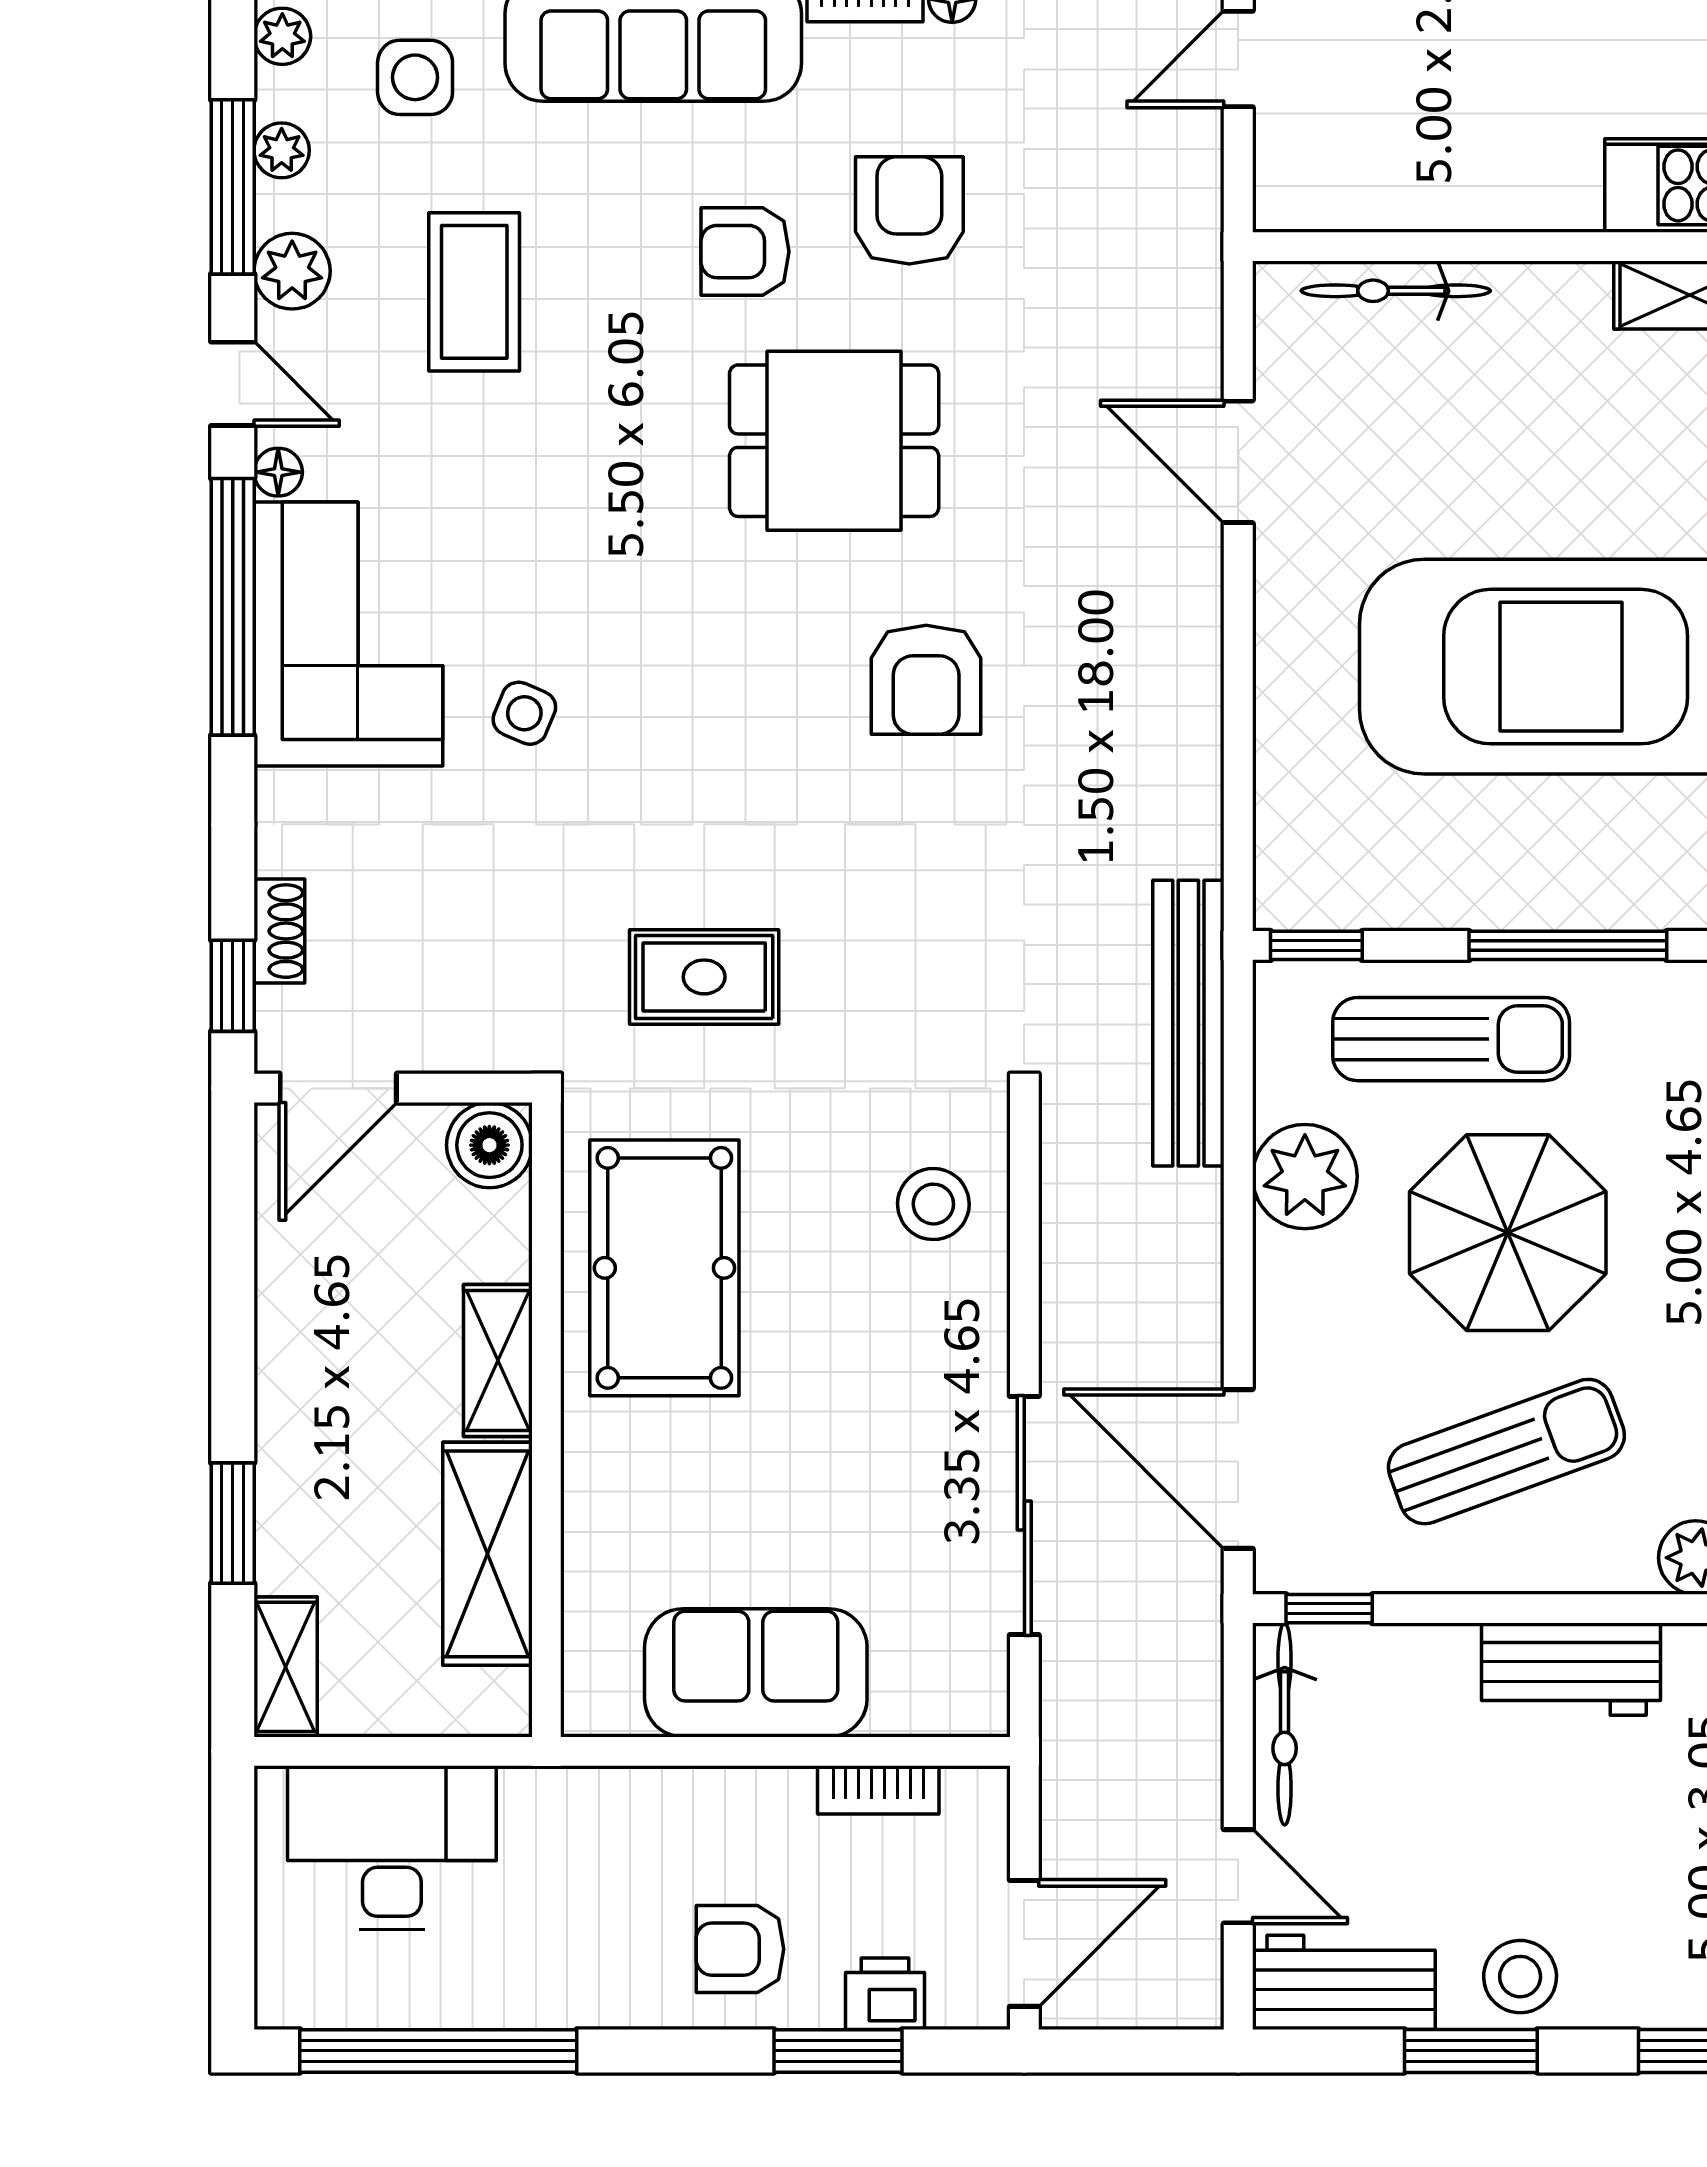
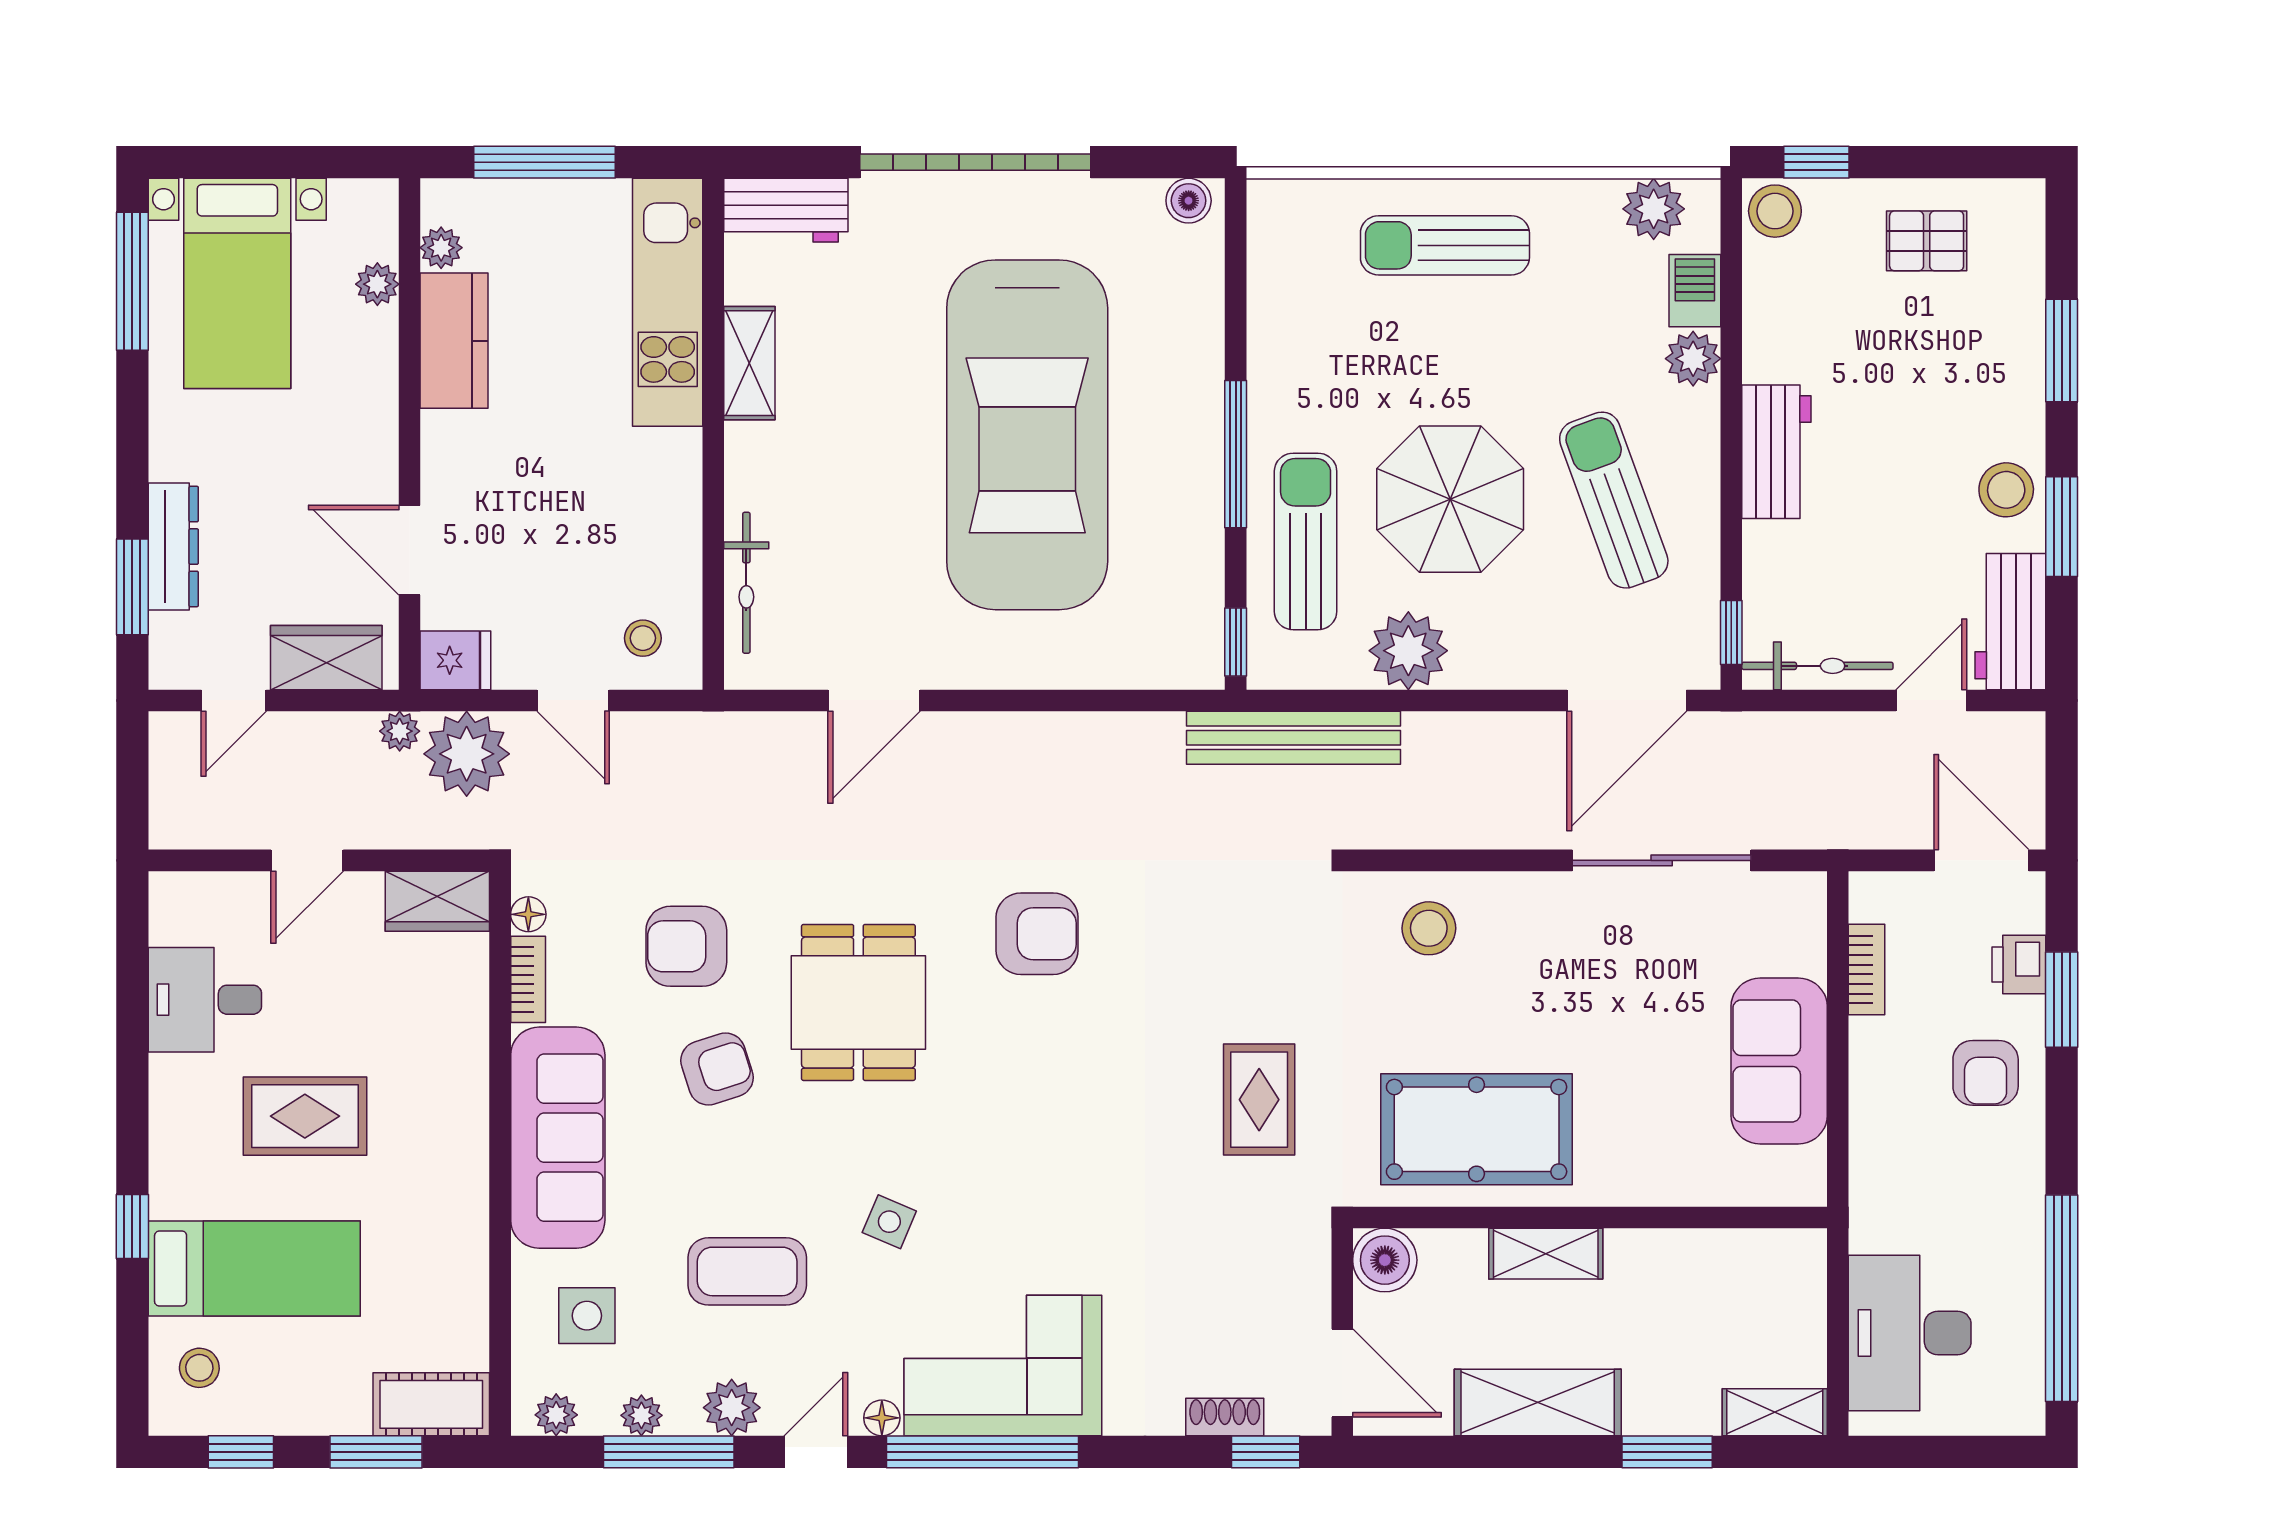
stool: (1322, 152) -> (643, 638), added
armchair: (745, 252) -> (717, 1069), turned -108
side table: (524, 713) -> (889, 1222), moved
shelving: (488, 1554) -> (1538, 1403), moved

